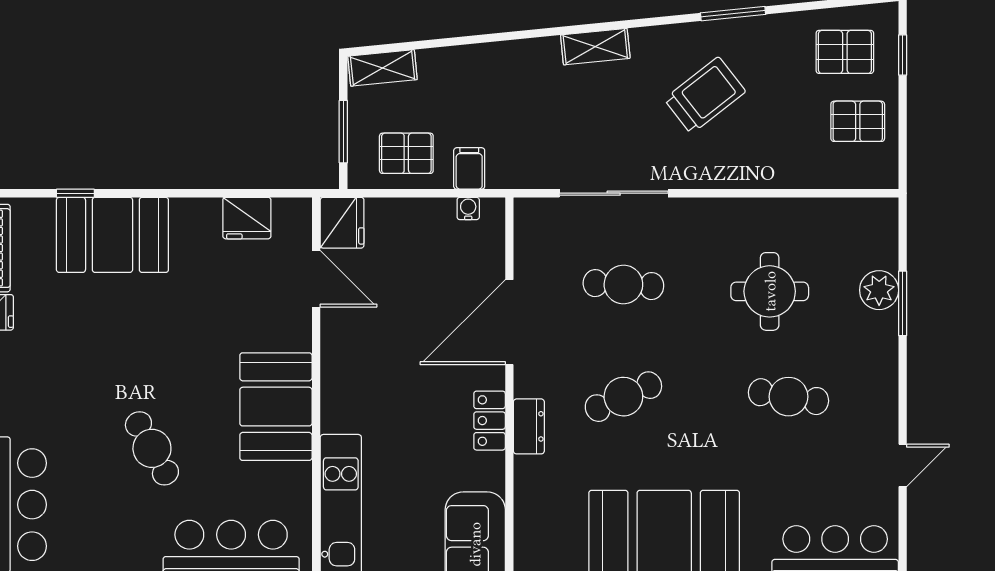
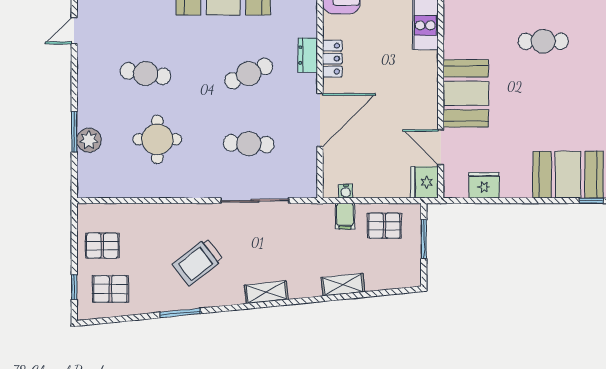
shelving: (382, 68) -> (343, 285), moved
booth: (276, 407) -> (466, 93), moved
cafe table: (152, 448) -> (543, 41), turned -61

